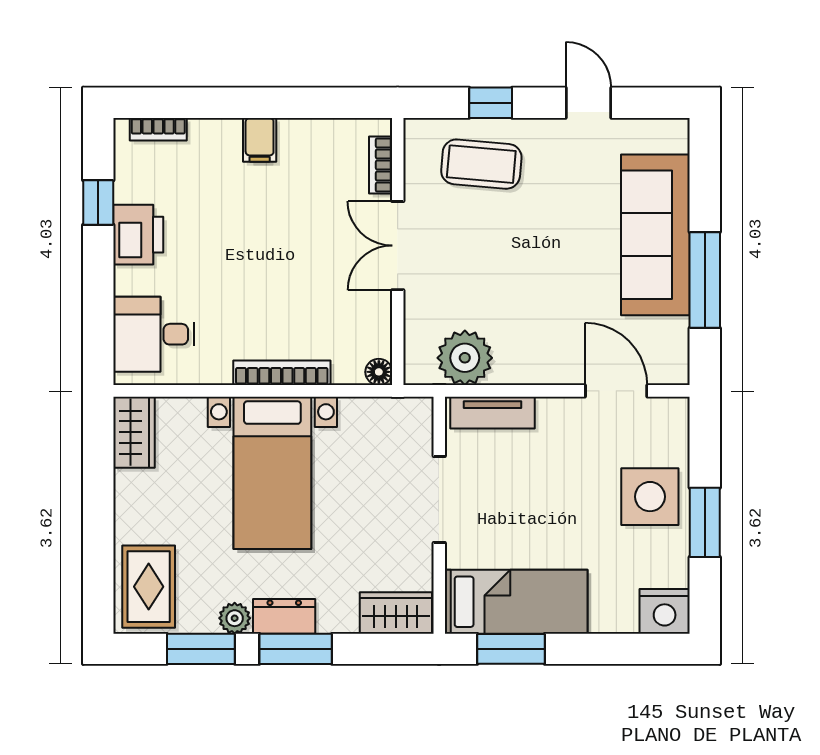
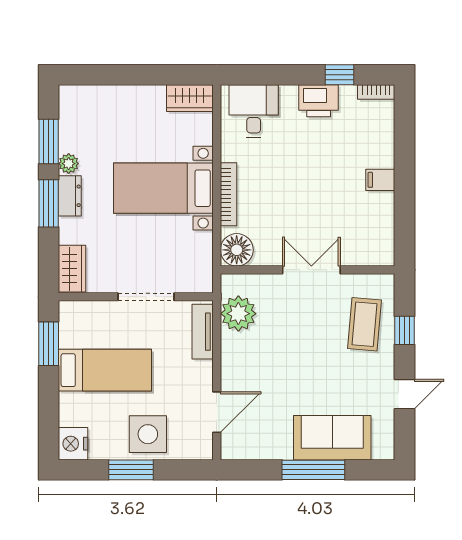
bookcase: (158, 129) -> (376, 92), moved, turned -90
bookcase: (381, 165) -> (364, 259), removed
sofa: (655, 235) -> (332, 438), width x0.73
window: (705, 280) -> (313, 470), moved
floor lamp: (379, 372) -> (237, 250), width x1.89, depth x1.89
rug: (149, 587) -> (89, 108), removed
bed: (516, 602) -> (105, 370), moved, turned -90

